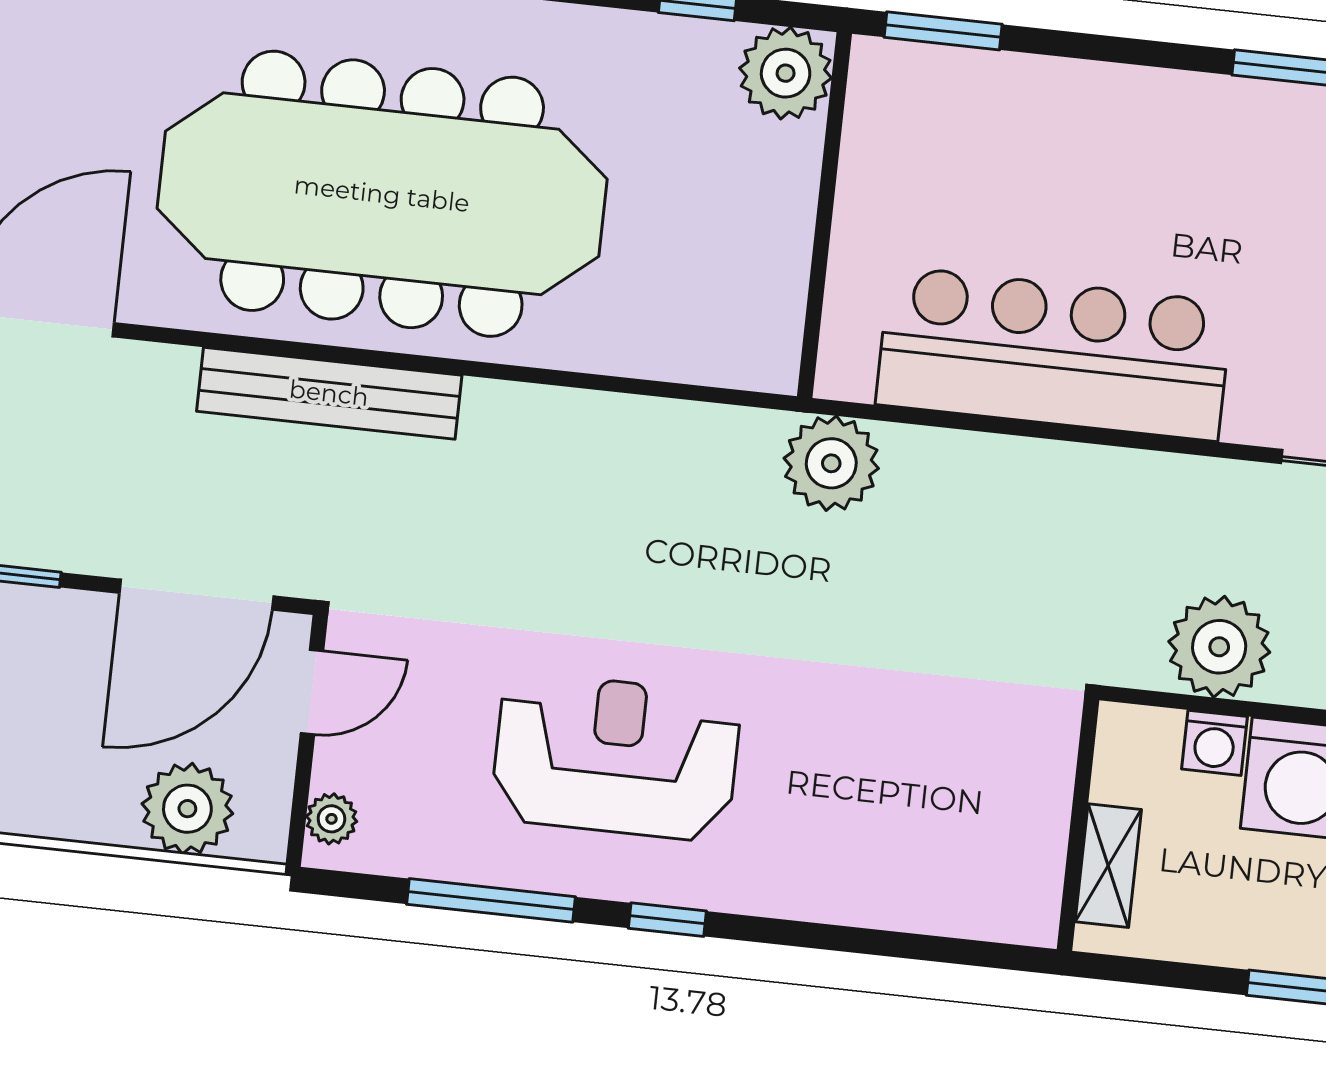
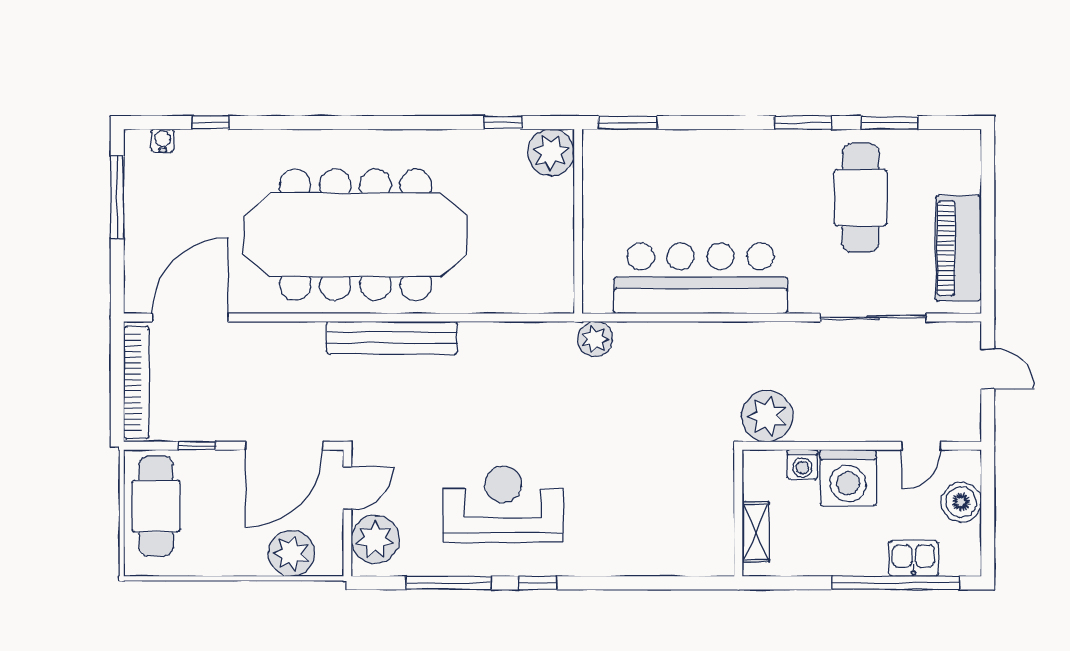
bench: (329, 393) -> (392, 338), moved
plant: (831, 463) -> (595, 339), width x0.73, depth x0.73
plant: (1219, 647) -> (767, 416), moved
plant: (331, 819) -> (375, 539), width x1.88, depth x1.88

